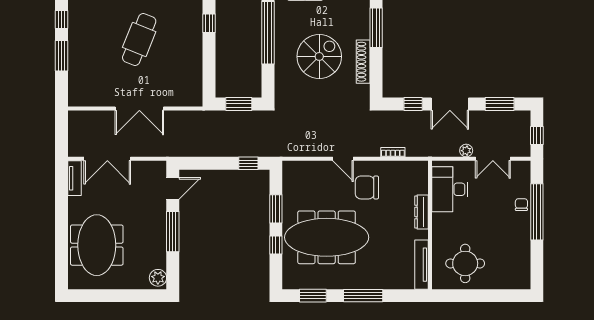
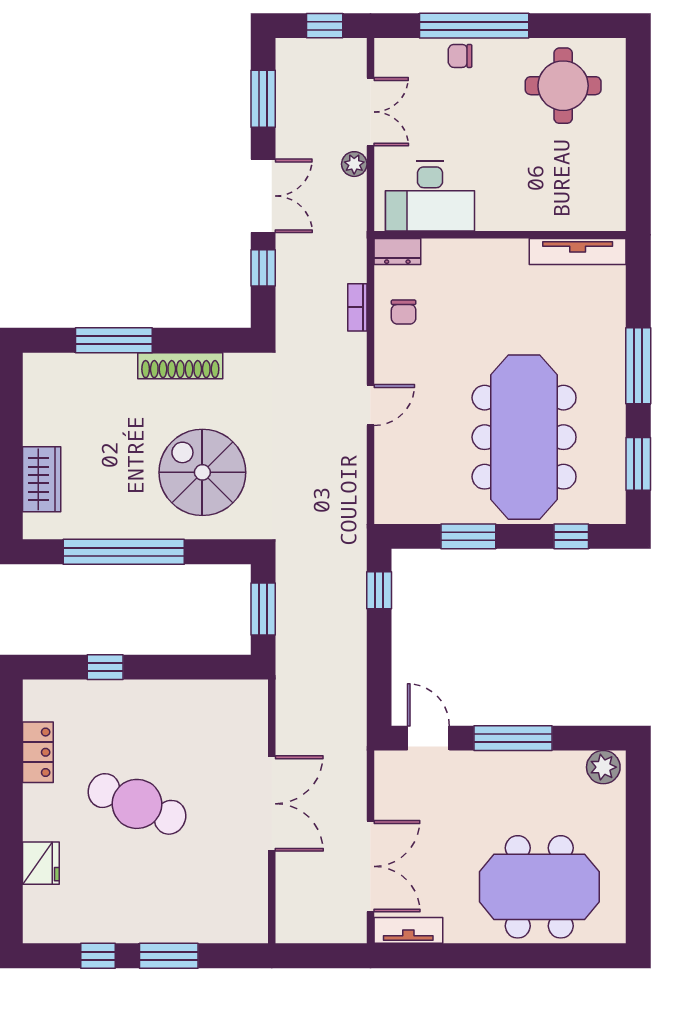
spiral stairs: (319, 56) -> (202, 472), moved
chair: (367, 187) -> (404, 312), moved, width x0.54, depth x0.54
dresser: (421, 212) -> (397, 252), moved, width x0.70
window: (276, 245) -> (571, 536), moved
round table: (465, 263) -> (563, 86), moved

